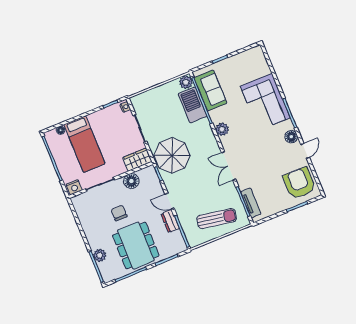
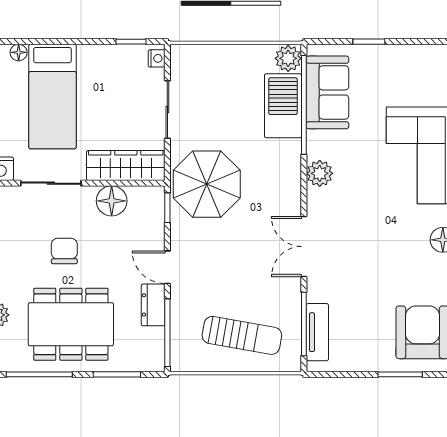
wardrobe: (137, 160) -> (126, 166), width x1.50
dining table: (136, 246) -> (71, 324), turned 90

